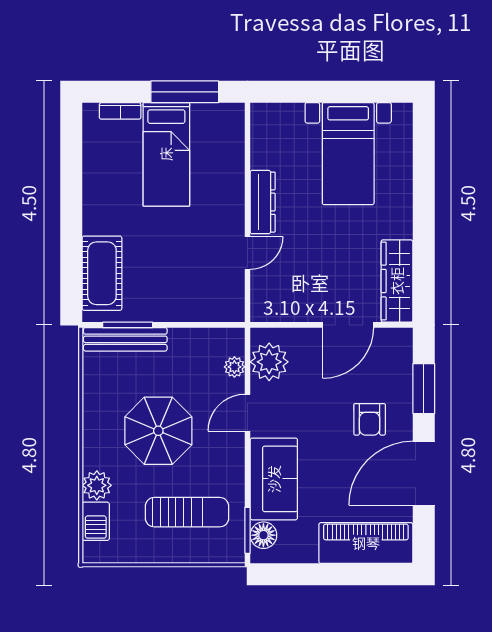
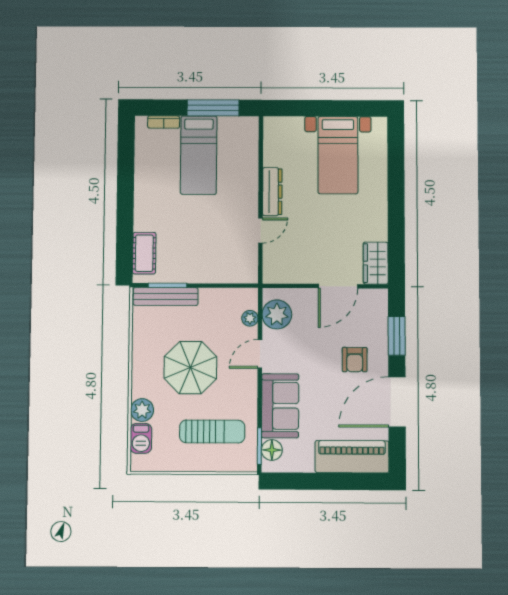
cot: (102, 273) -> (144, 253), width x0.73, depth x0.75
wardrobe: (397, 281) -> (376, 263), width x0.67

